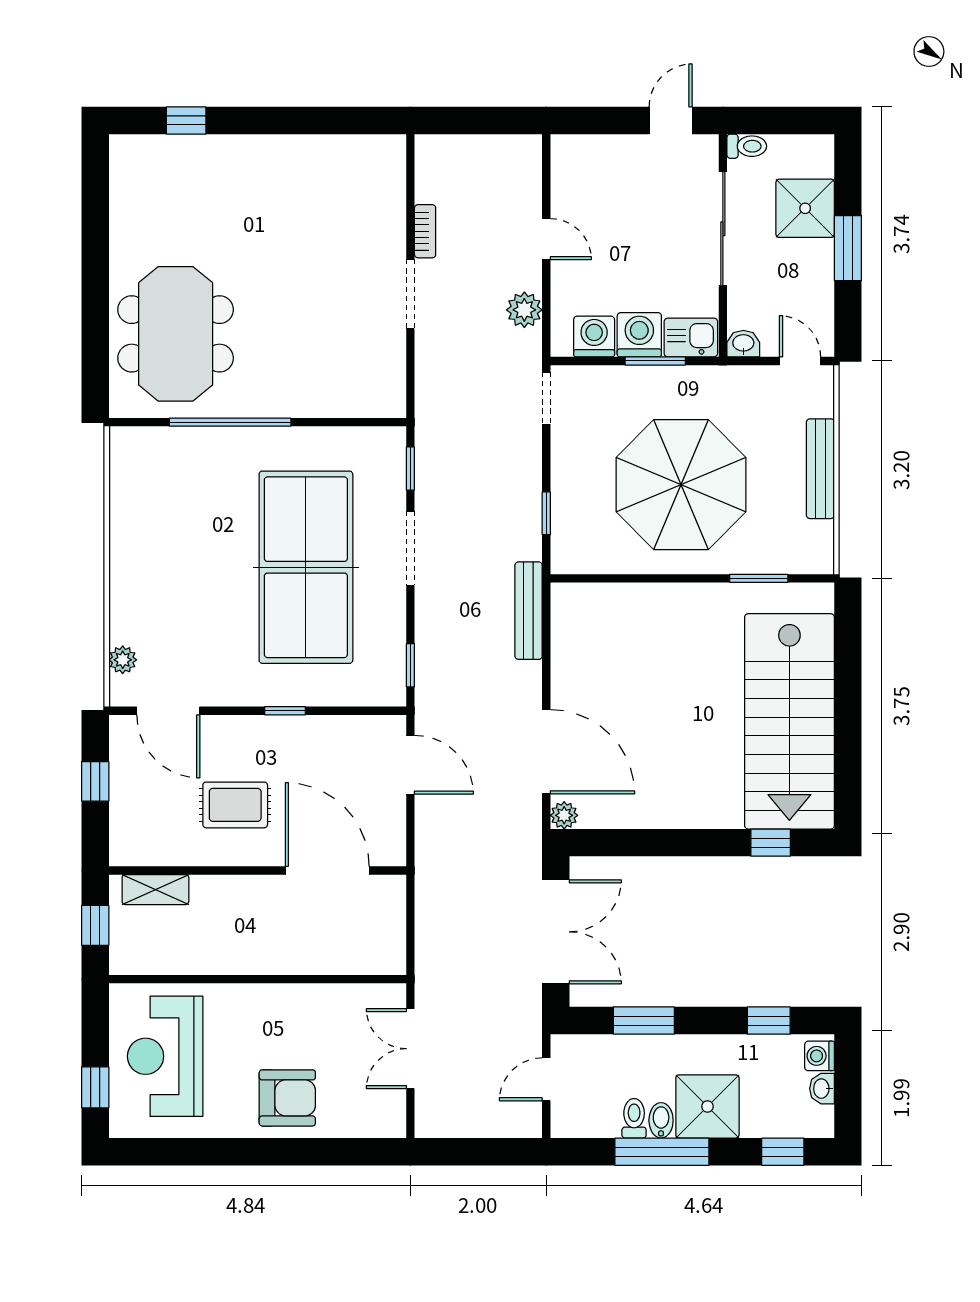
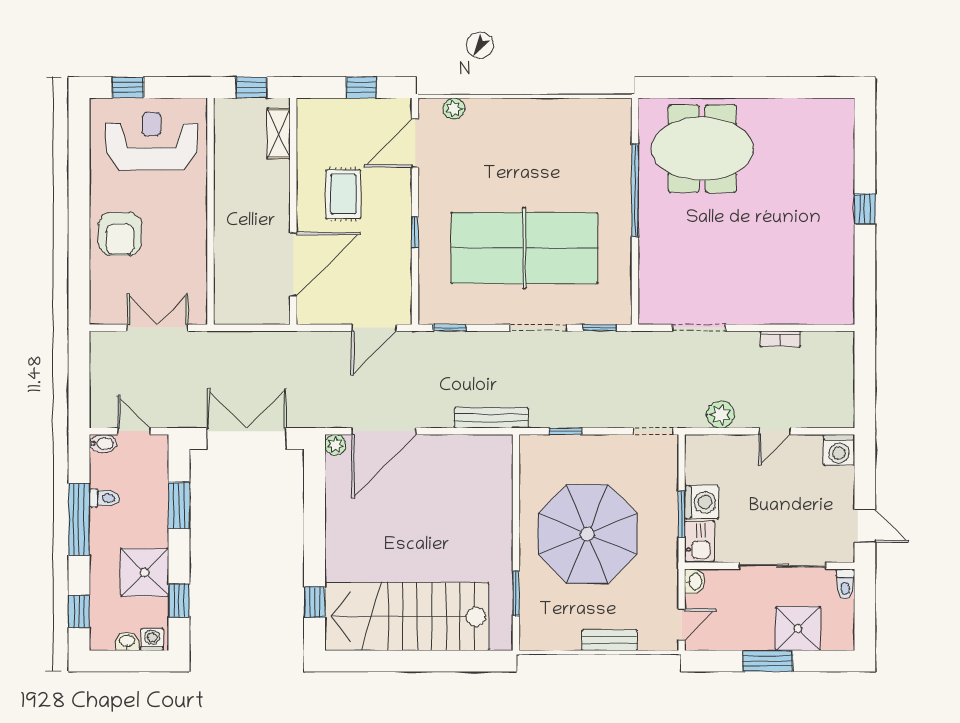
window: (186, 120) -> (865, 209), moved
doorway: (410, 294) -> (699, 328), moved
washing machine: (594, 336) -> (839, 450), moved, turned 90
bench: (820, 469) -> (610, 640), width x0.73
double door: (556, 932) -> (247, 438), swing flipped
shower: (707, 1106) -> (144, 573), moved
bidet: (661, 1120) -> (103, 444), moved

